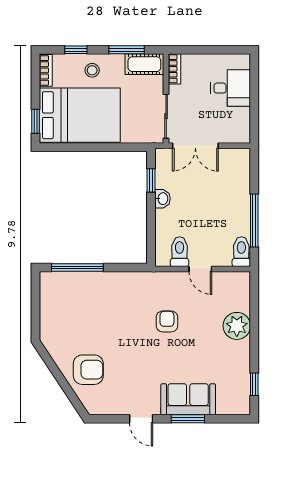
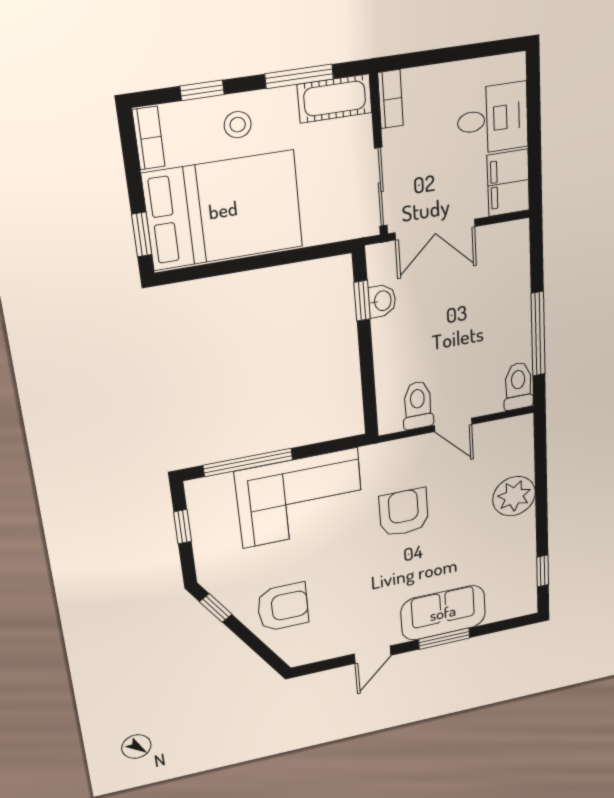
filing cabinet: (239, 126) -> (508, 183), added
washbasin: (162, 199) -> (382, 301), moved
corner sofa: (105, 297) -> (300, 498), added
window: (35, 301) -> (183, 527), added
armchair: (167, 321) -> (404, 512), width x1.38, depth x1.38
window: (48, 360) -> (216, 608), added
door: (141, 419) -> (373, 655), hinge flipped

